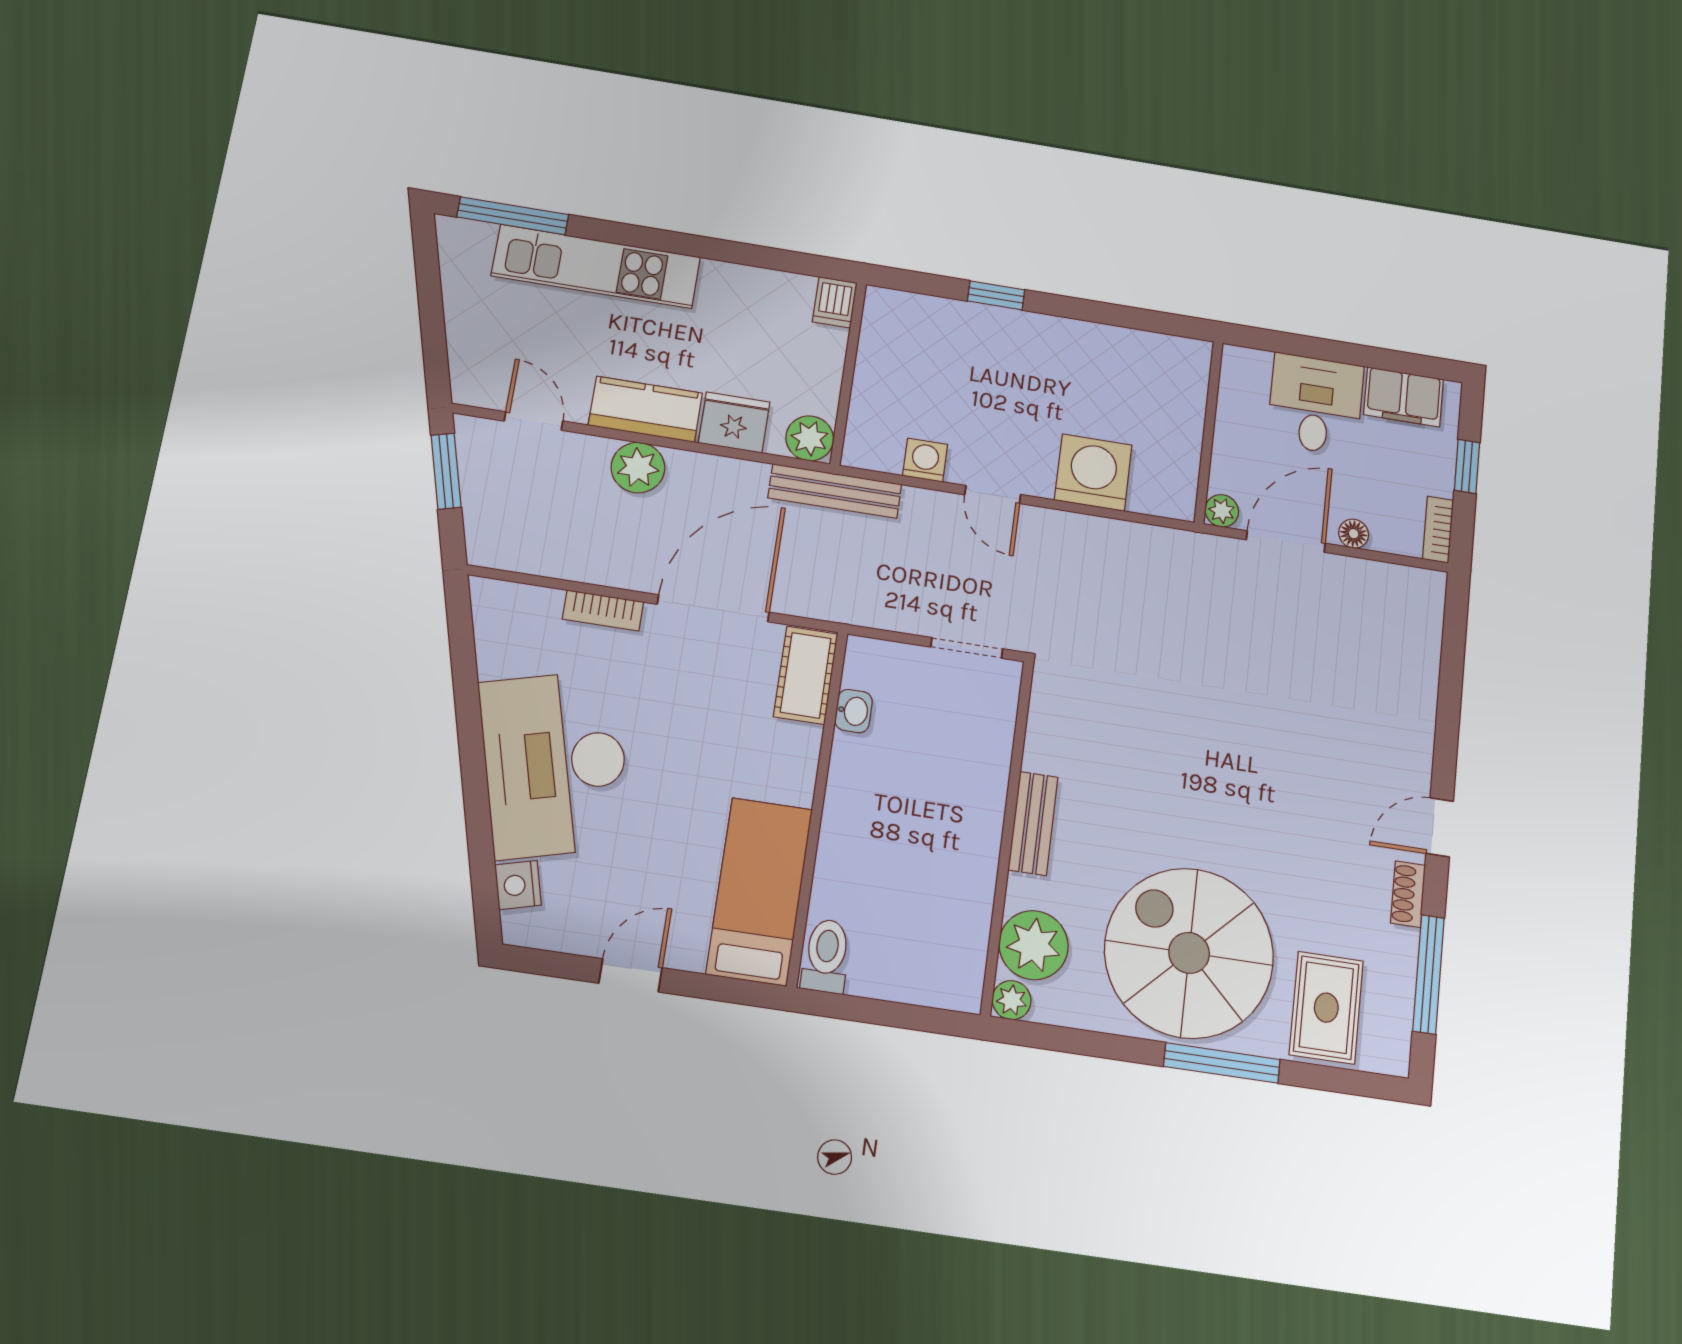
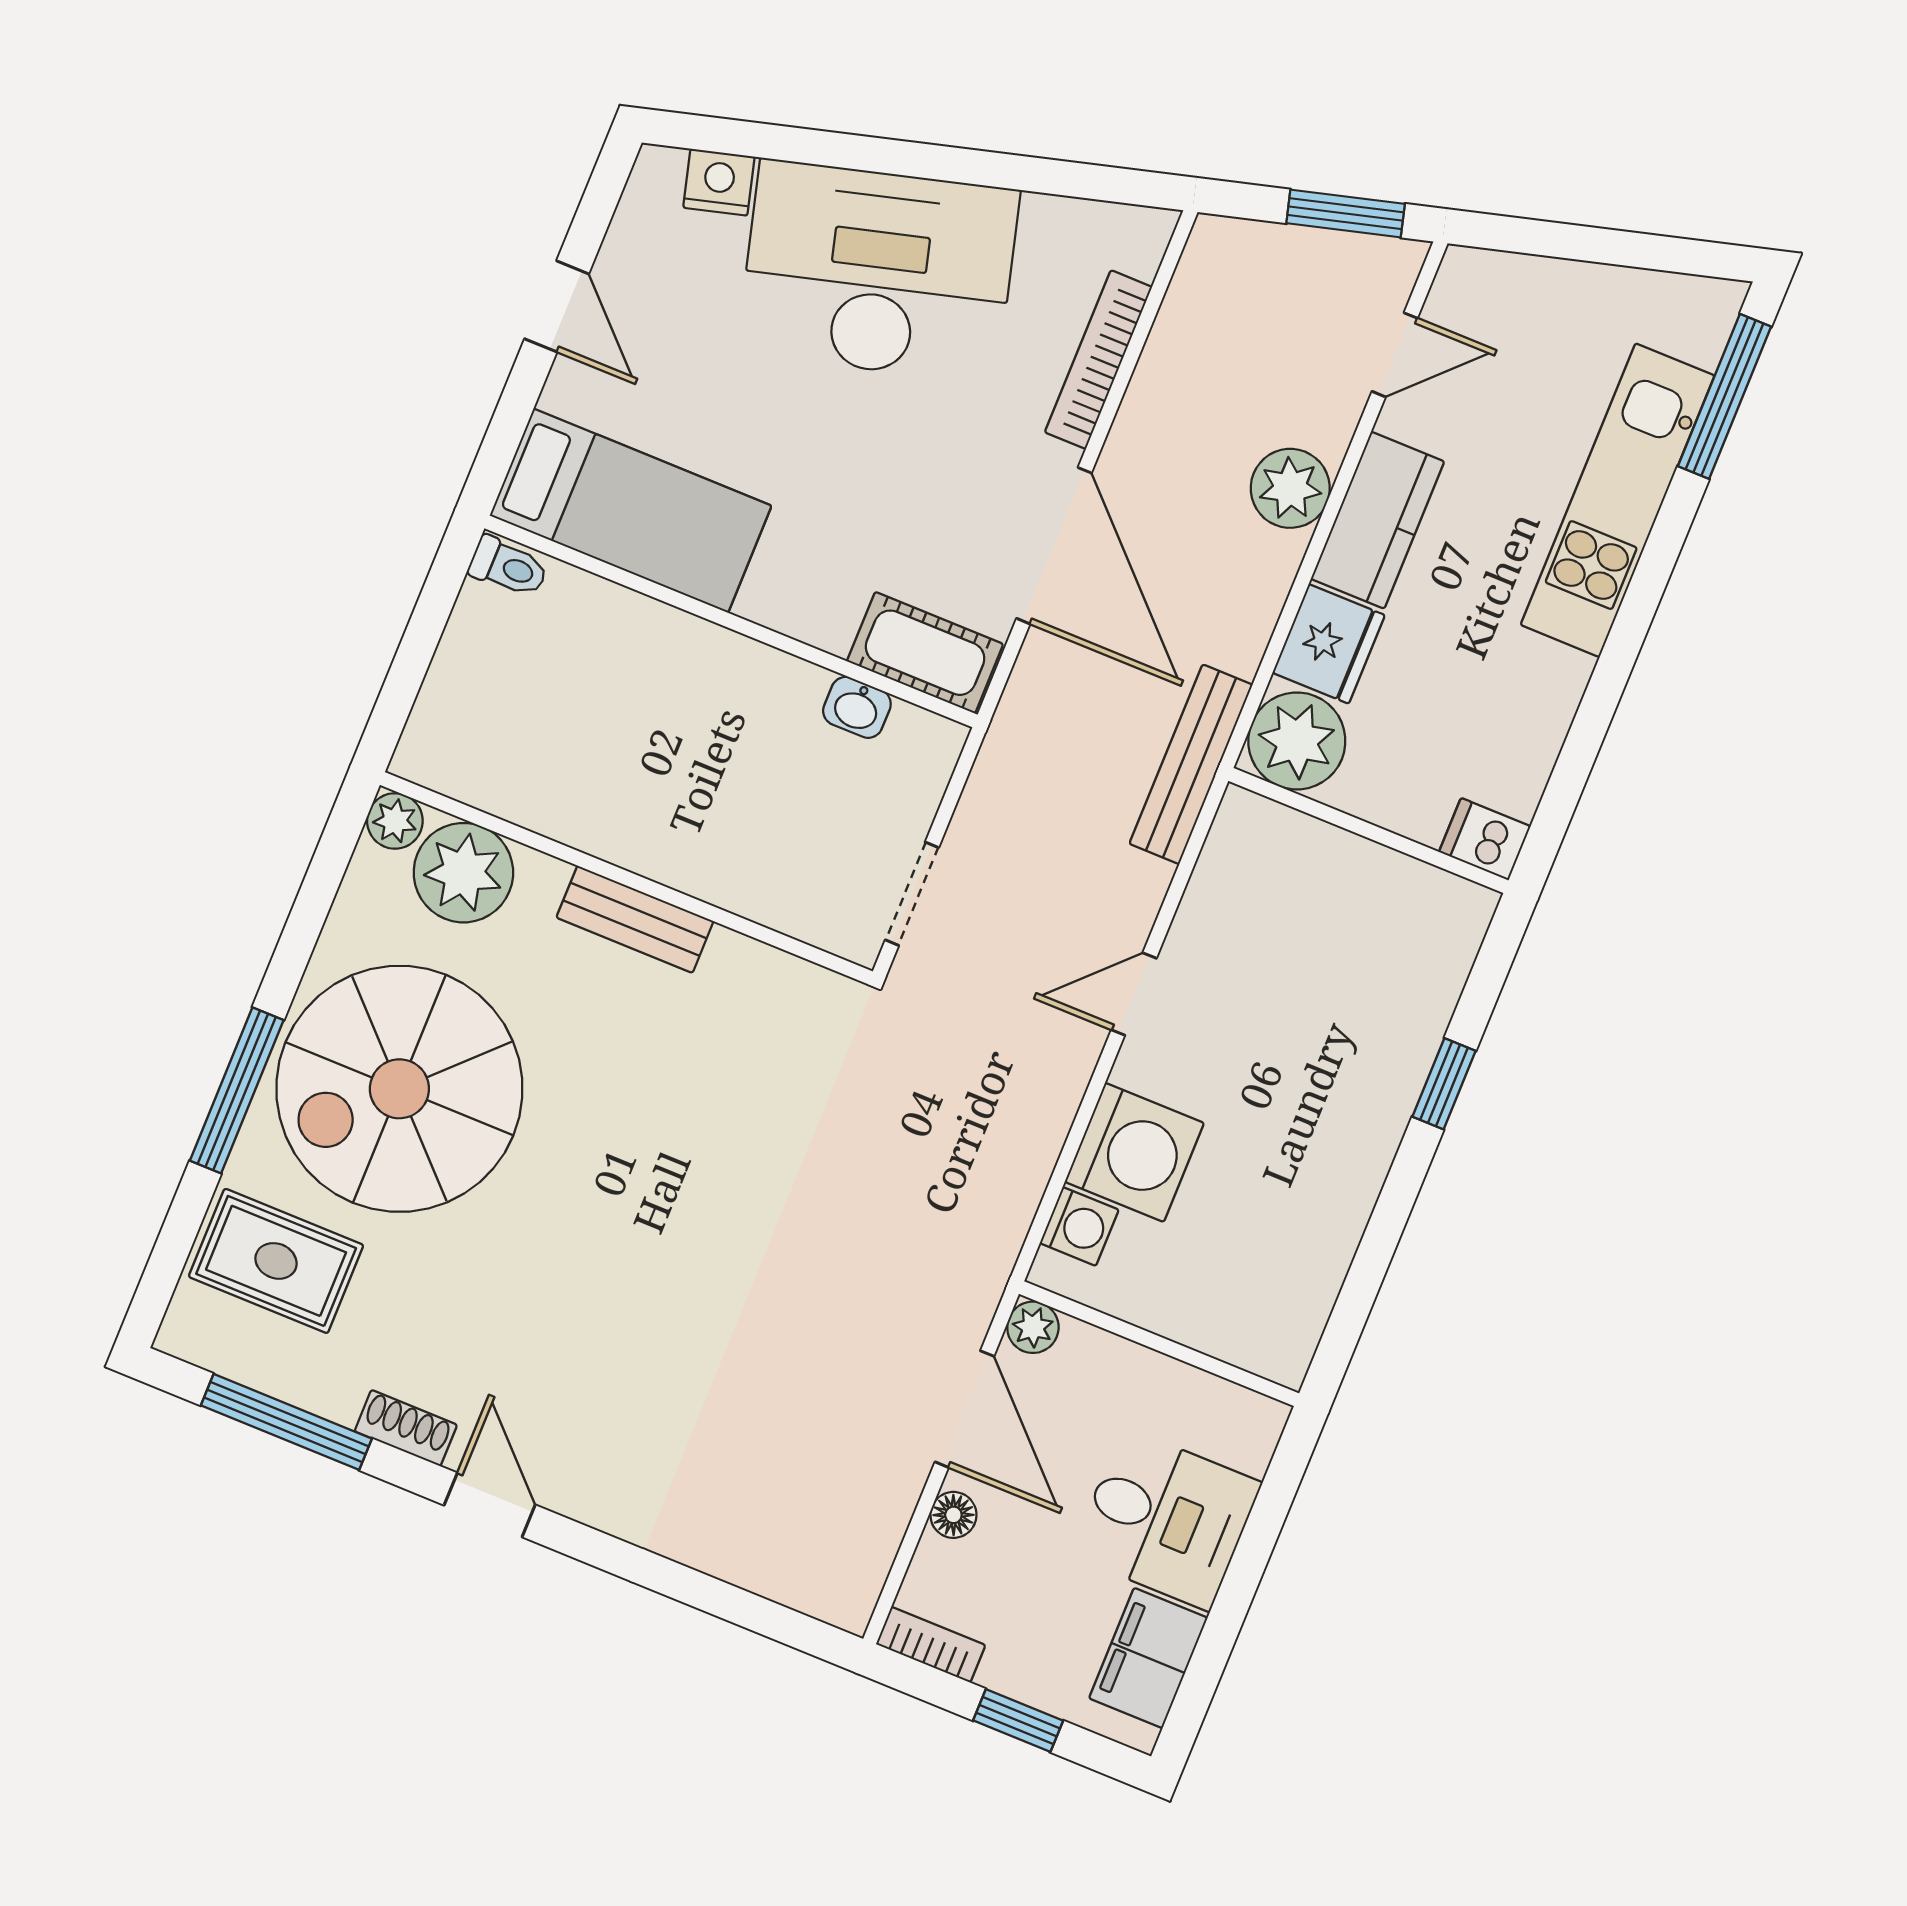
plant: (810, 438) -> (1297, 741), width x1.36, depth x1.36
washing machine: (925, 460) -> (1079, 1226), moved
bookcase: (603, 610) -> (1098, 360), width x1.56
spiral stairs: (1189, 953) -> (399, 1089), turned 180
toilet: (826, 956) -> (508, 567), width x0.73, depth x0.72

